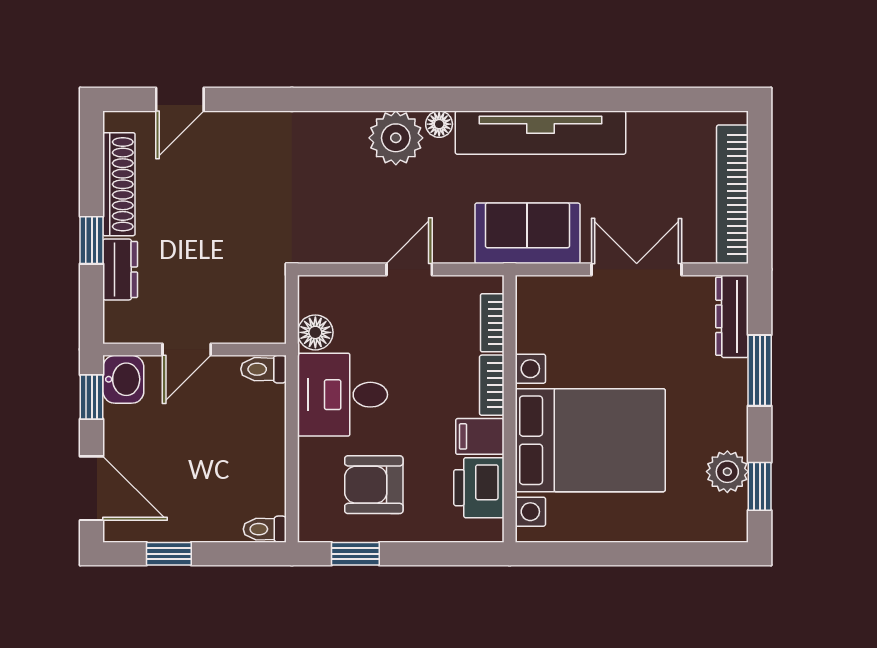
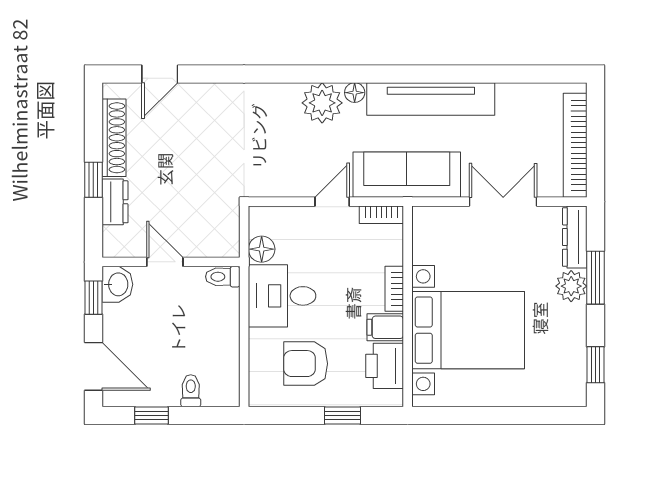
sofa: (527, 233) -> (407, 175), width x1.36
bookcase: (492, 323) -> (381, 215), moved, turned -90
door: (187, 349) -> (165, 262), swing flipped
plant: (727, 472) -> (571, 286), moved
toilet: (265, 529) -> (191, 391), moved, turned 90
window: (355, 554) -> (343, 415), moved

